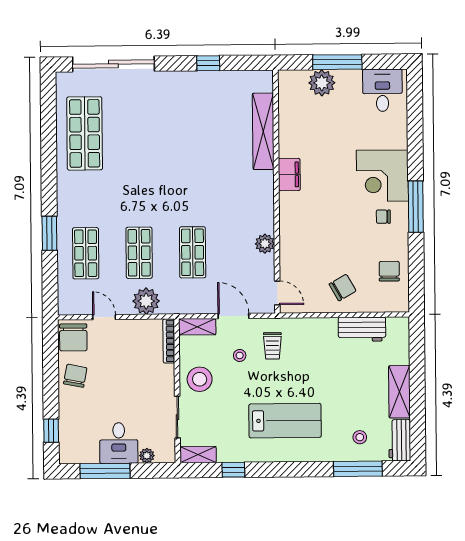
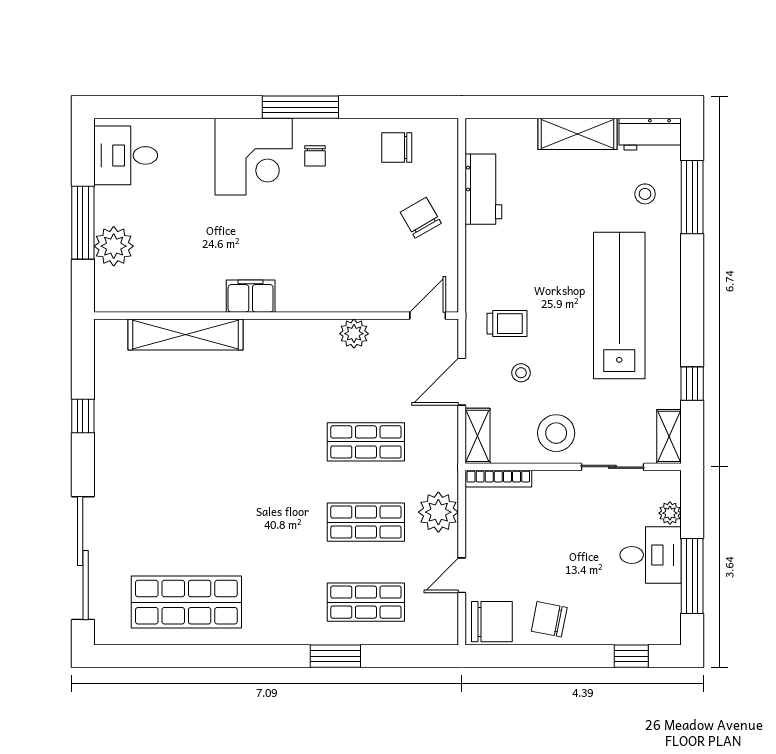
lab bench: (285, 421) -> (619, 306), width x1.36

